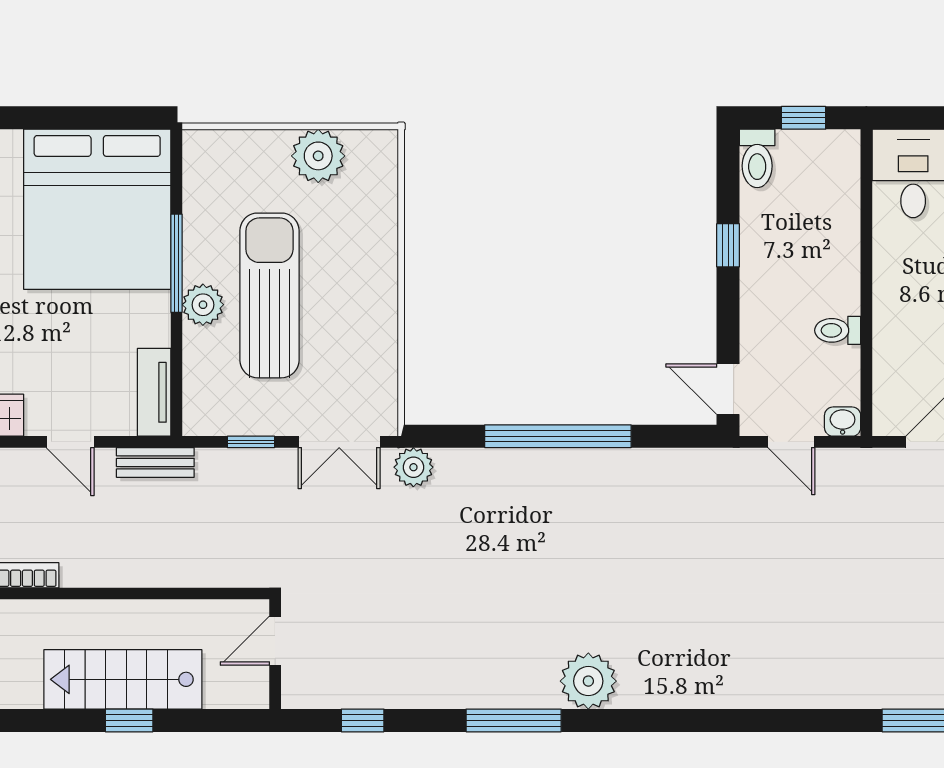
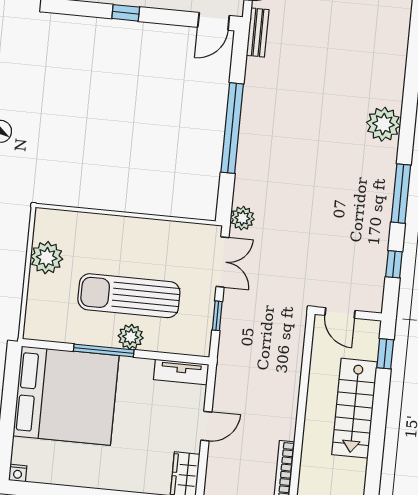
bench: (155, 462) -> (258, 33), moved
window: (129, 720) -> (385, 354), moved
window: (514, 720) -> (401, 194), moved

